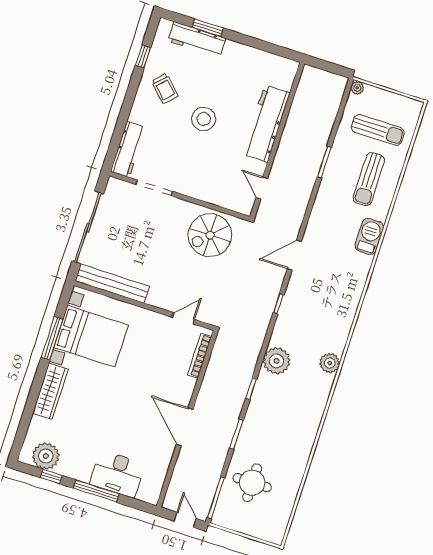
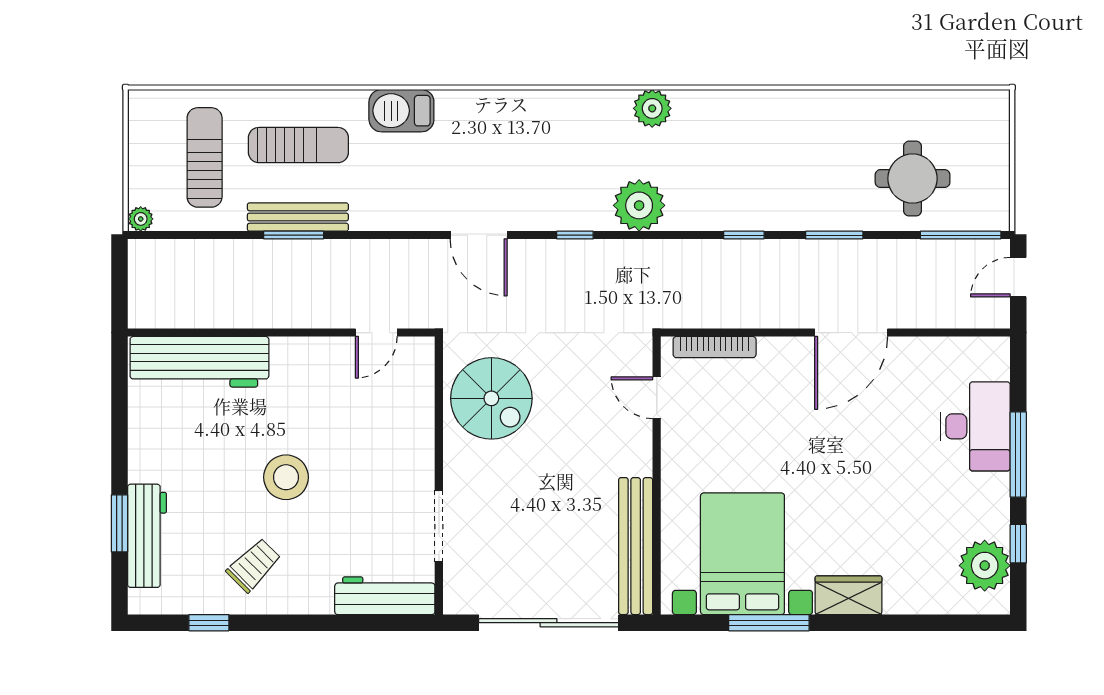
workbench: (266, 124) -> (199, 362), moved
bench: (333, 167) -> (298, 217), added
plant: (277, 361) -> (639, 205), moved
wardrobe: (50, 391) -> (848, 595), width x0.67

